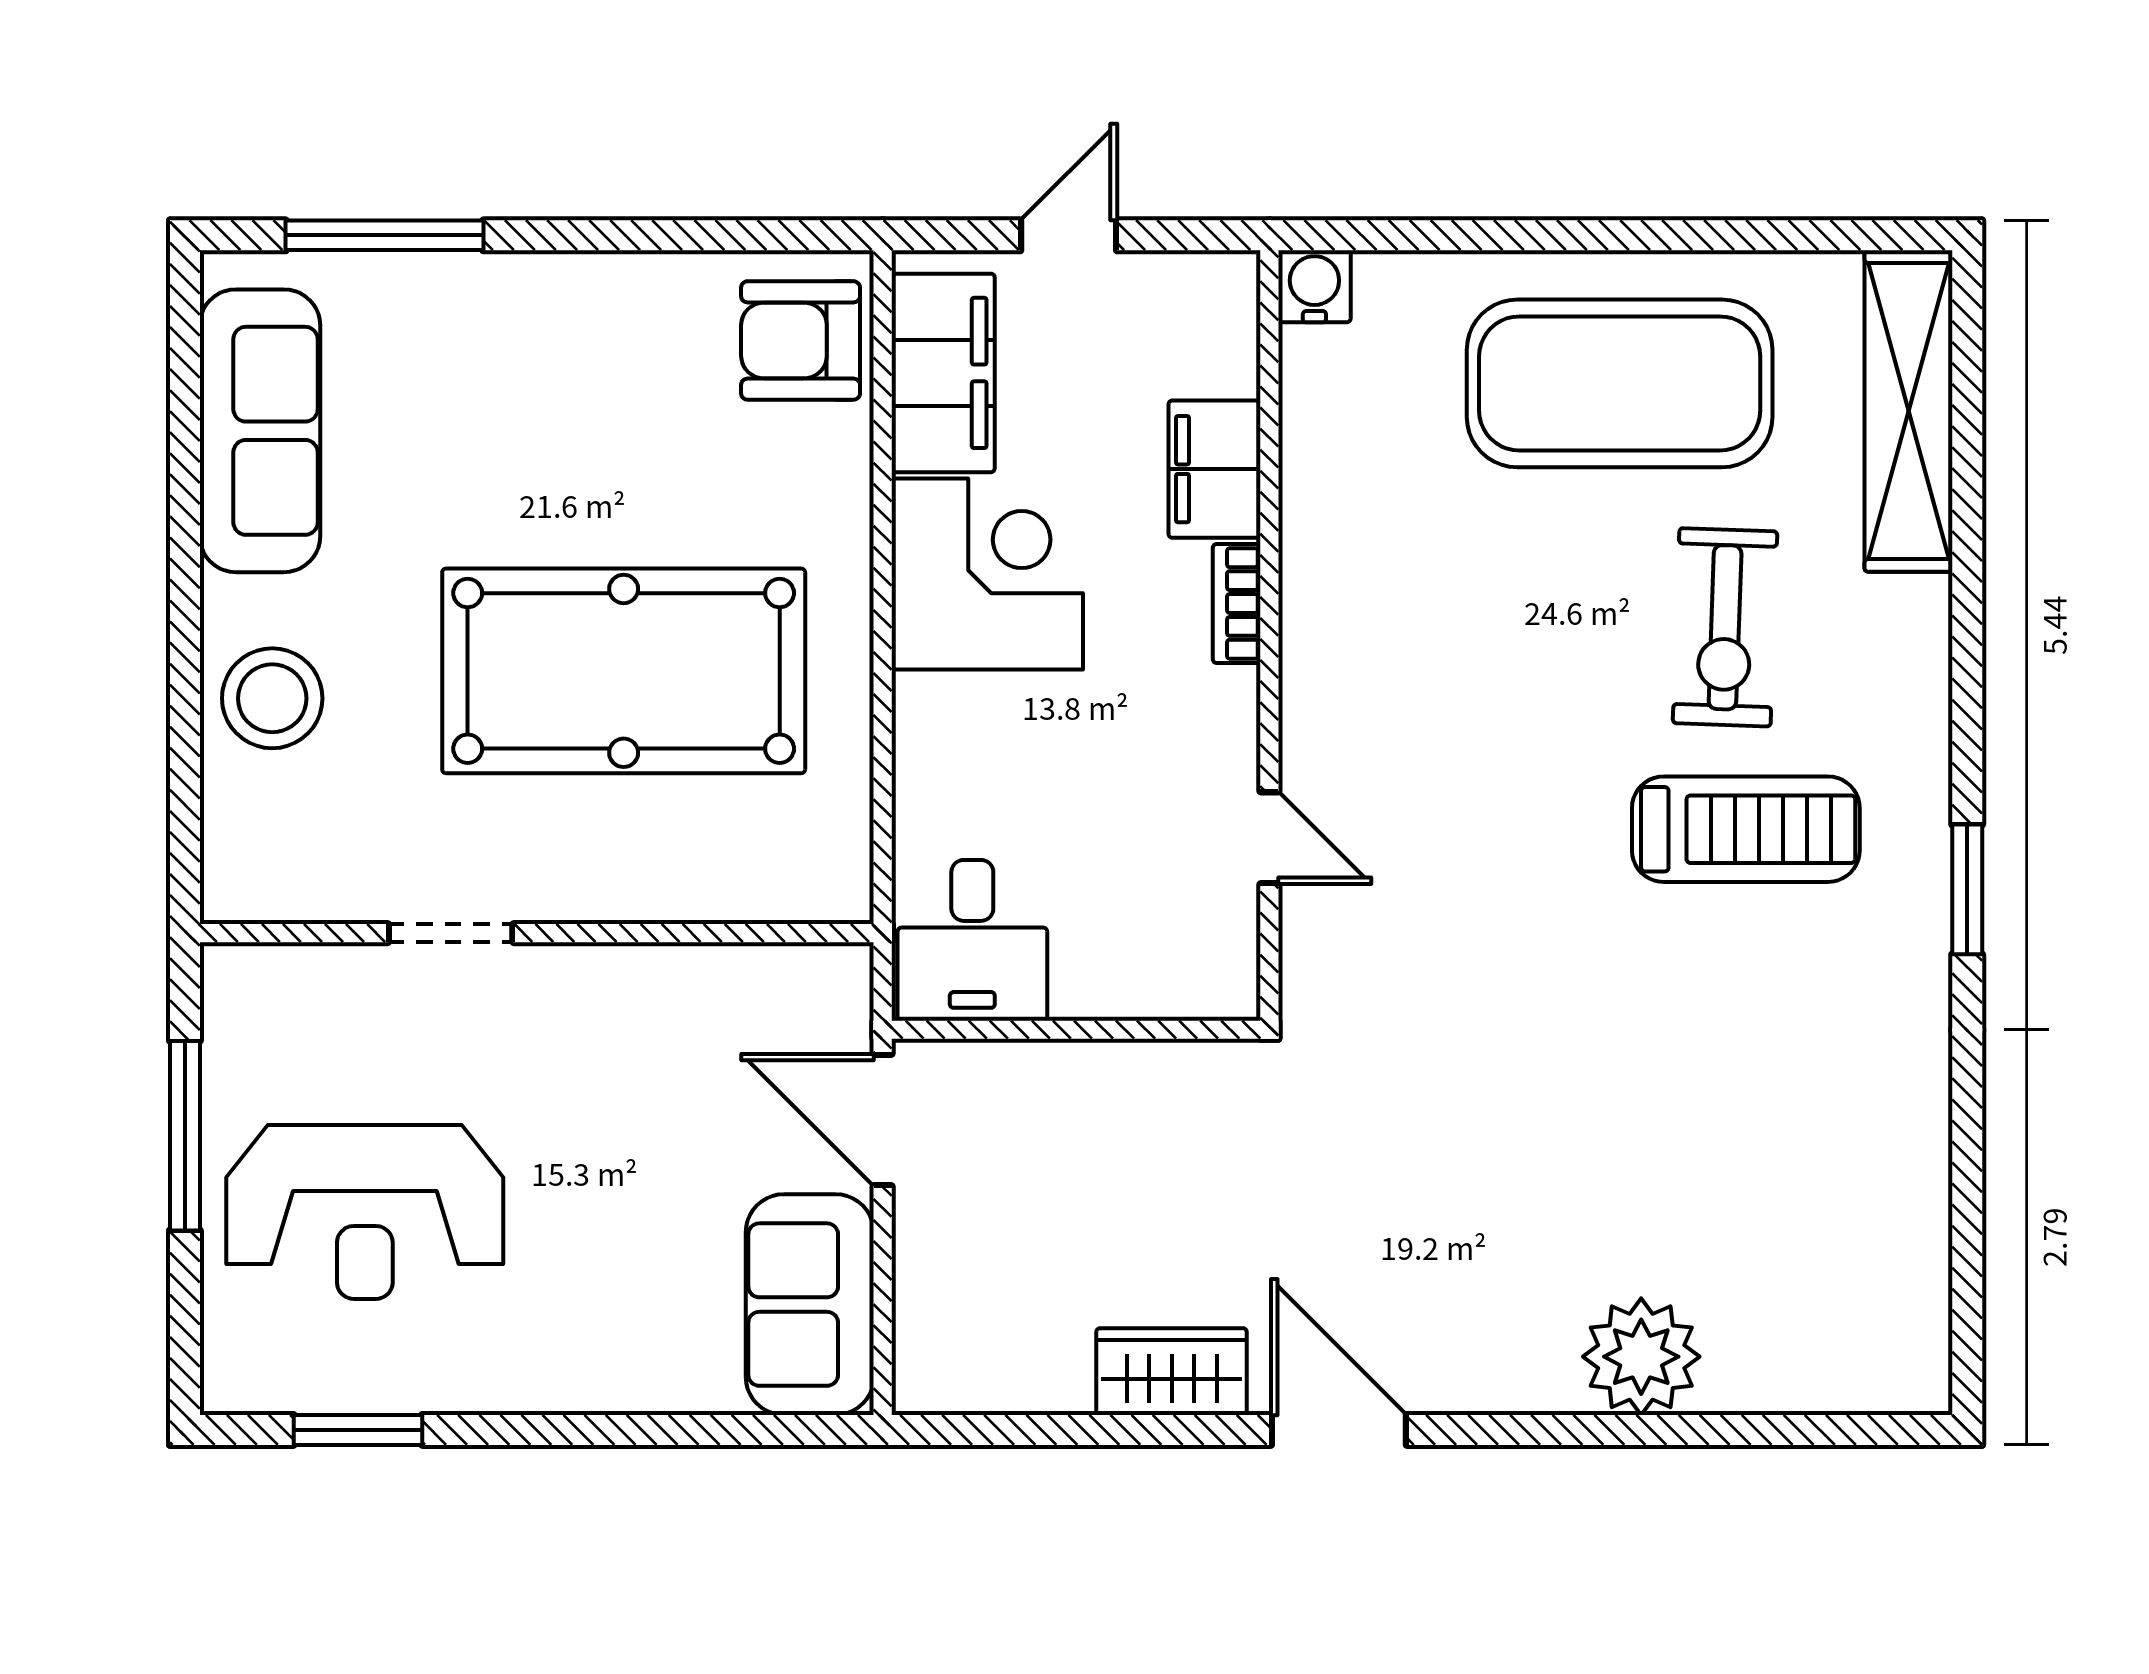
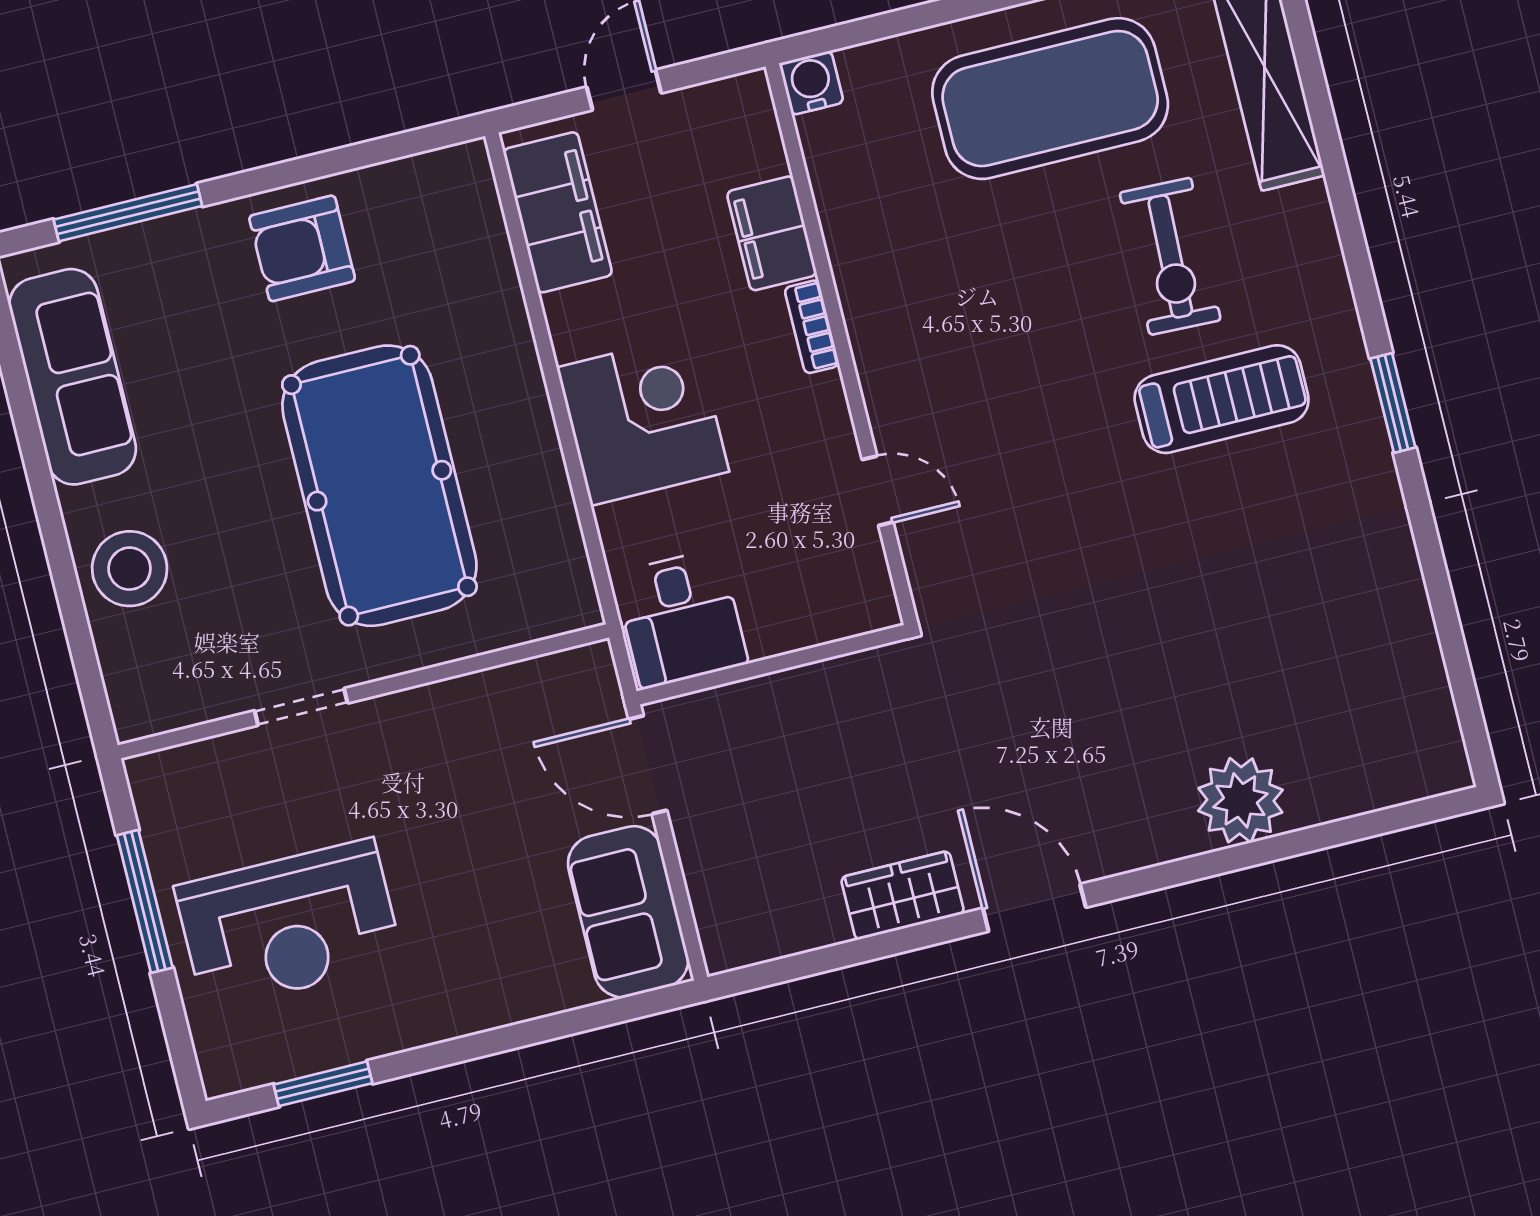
armchair: (801, 340) -> (302, 248), moved
corner desk: (987, 574) -> (643, 420), moved
pool table: (624, 671) -> (379, 486), turned 90

